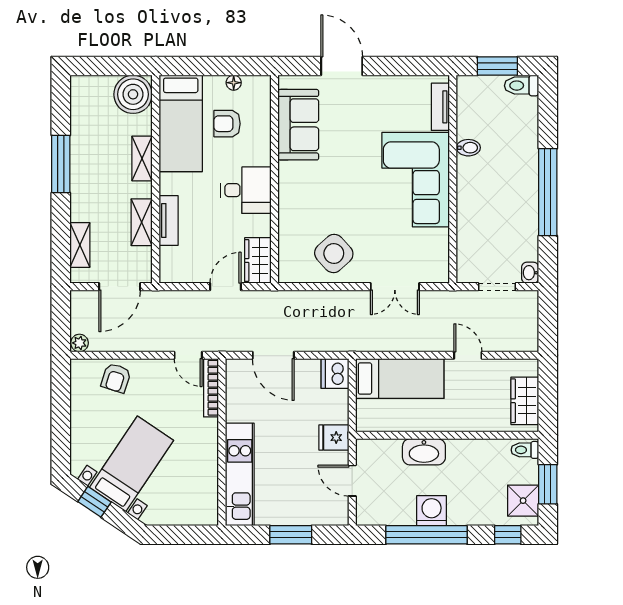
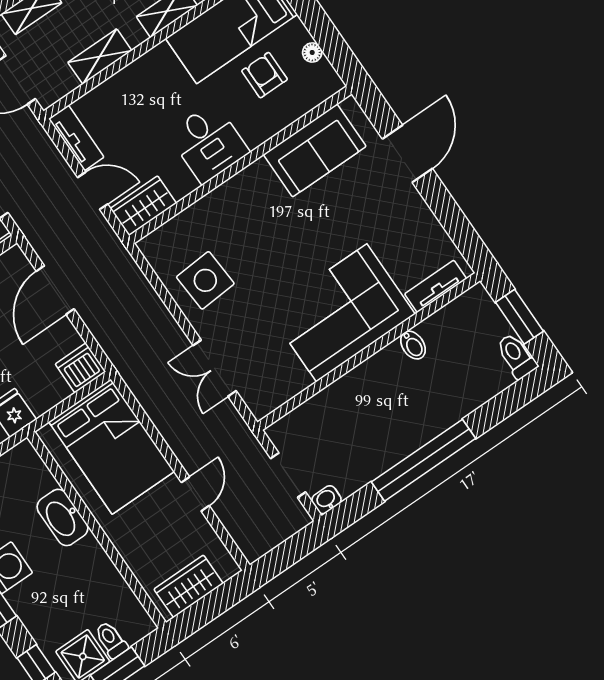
tv unit: (169, 220) -> (76, 138), moved, turned -90
side table: (334, 254) -> (205, 280), turned 38
bed: (400, 379) -> (111, 447), width x1.50
toilet: (525, 450) -> (111, 640), moved

